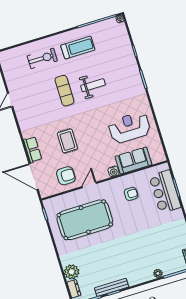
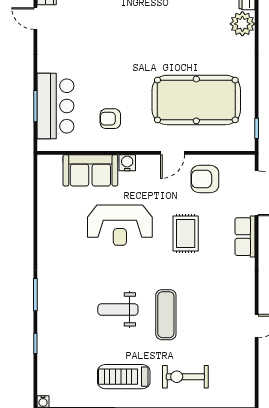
reception desk: (129, 128) -> (120, 225), moved

